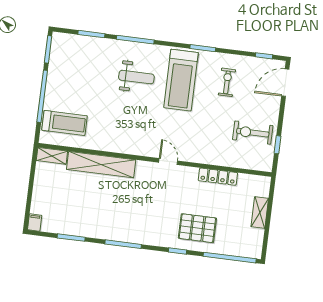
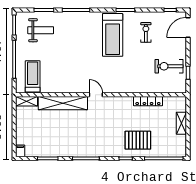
weight bench: (136, 77) -> (41, 30), moved
treadmill: (65, 123) -> (33, 76), turned -90
door: (168, 162) -> (96, 95), moved

